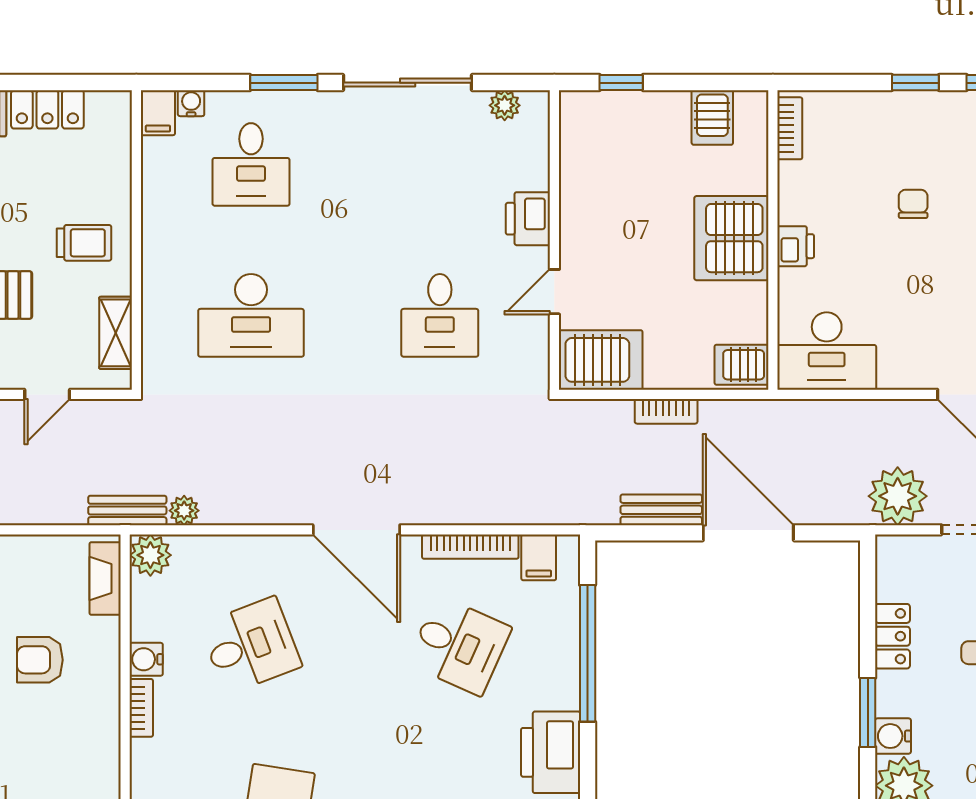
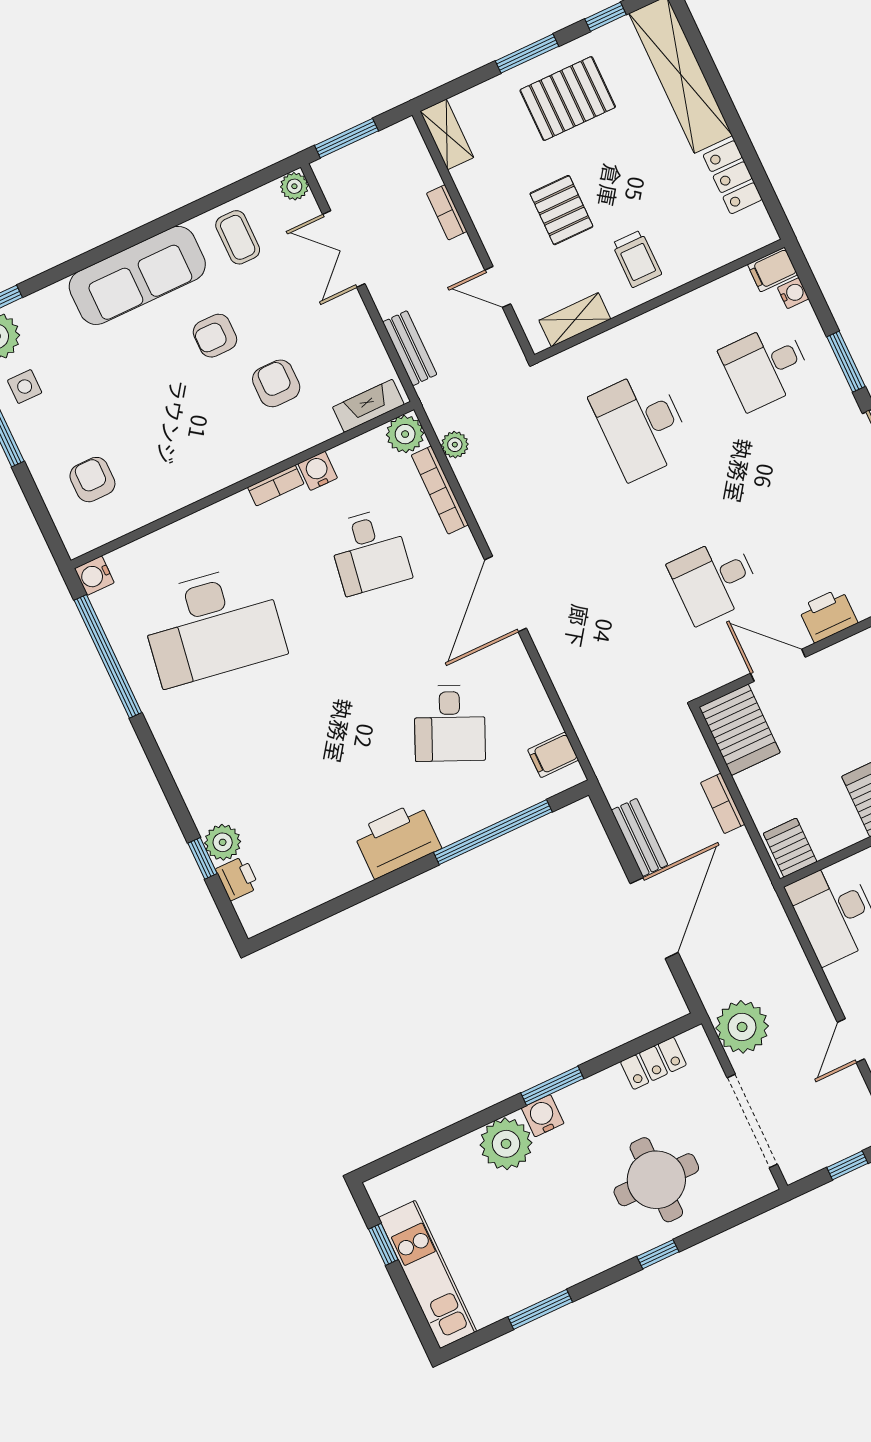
door: (554, 292) -> (778, 665), width x1.38
bench: (127, 510) -> (410, 348), moved
bookcase: (470, 547) -> (440, 490), moved
locker: (892, 636) -> (653, 1063), moved
desk: (250, 646) -> (369, 551), turned 30

